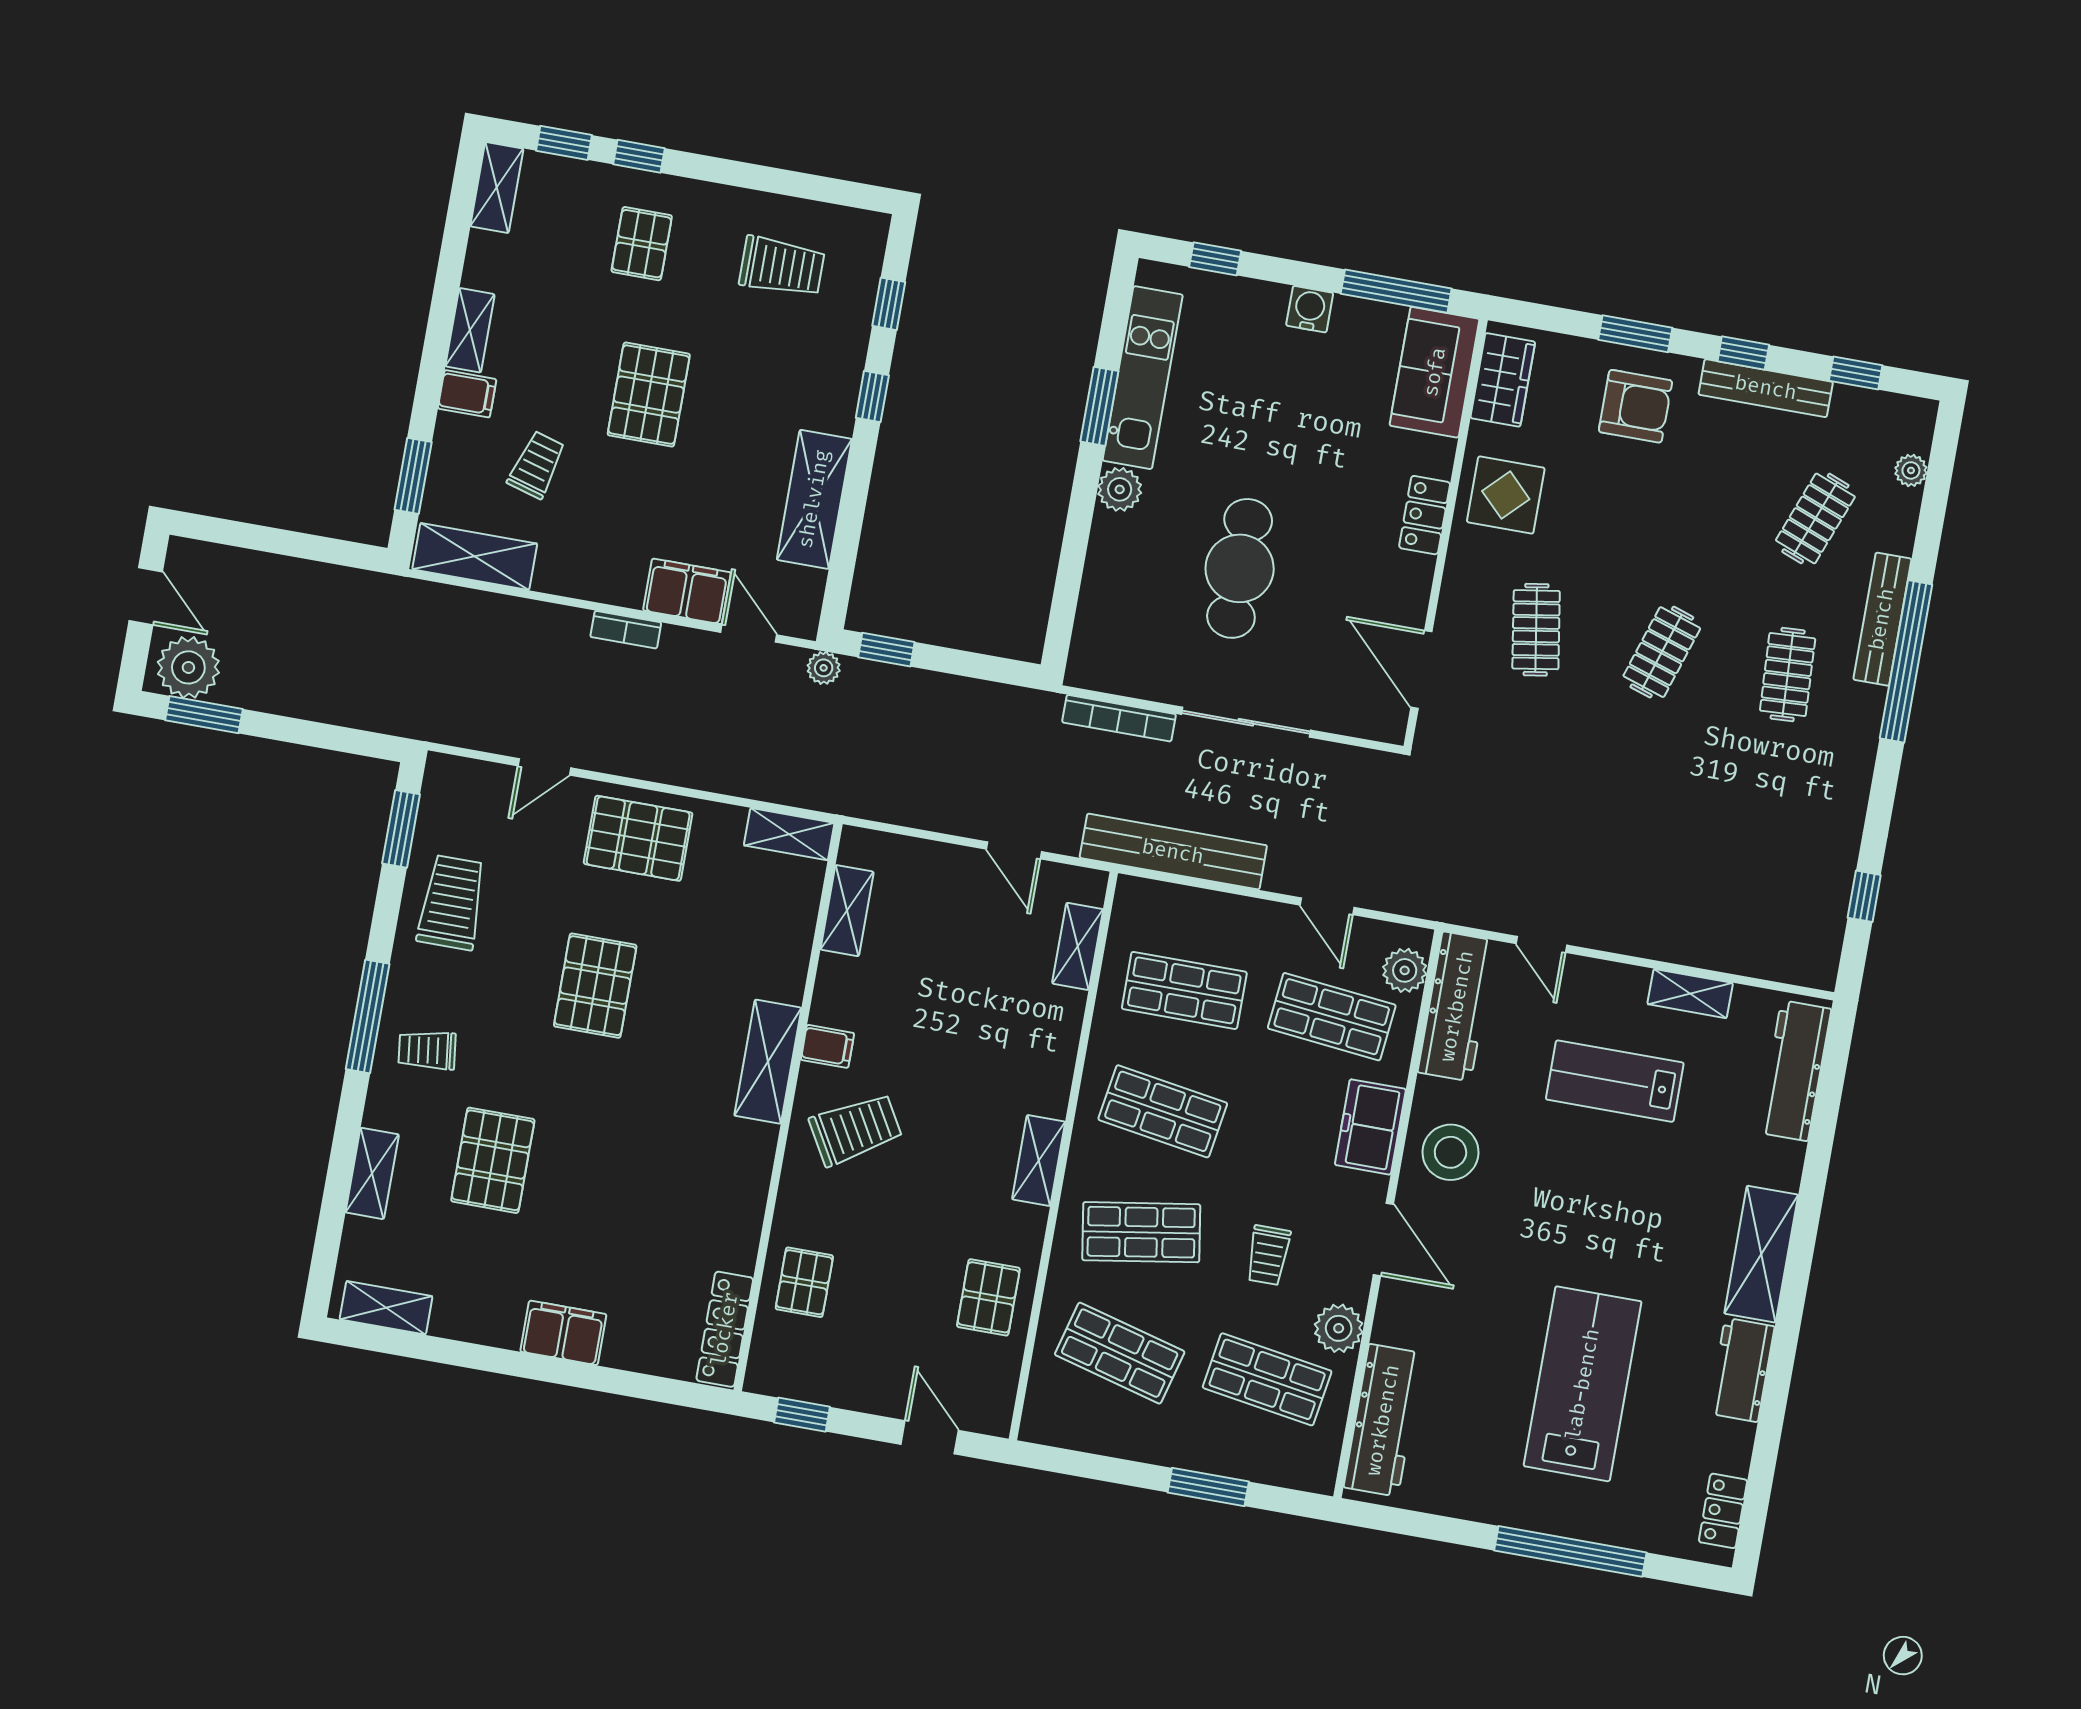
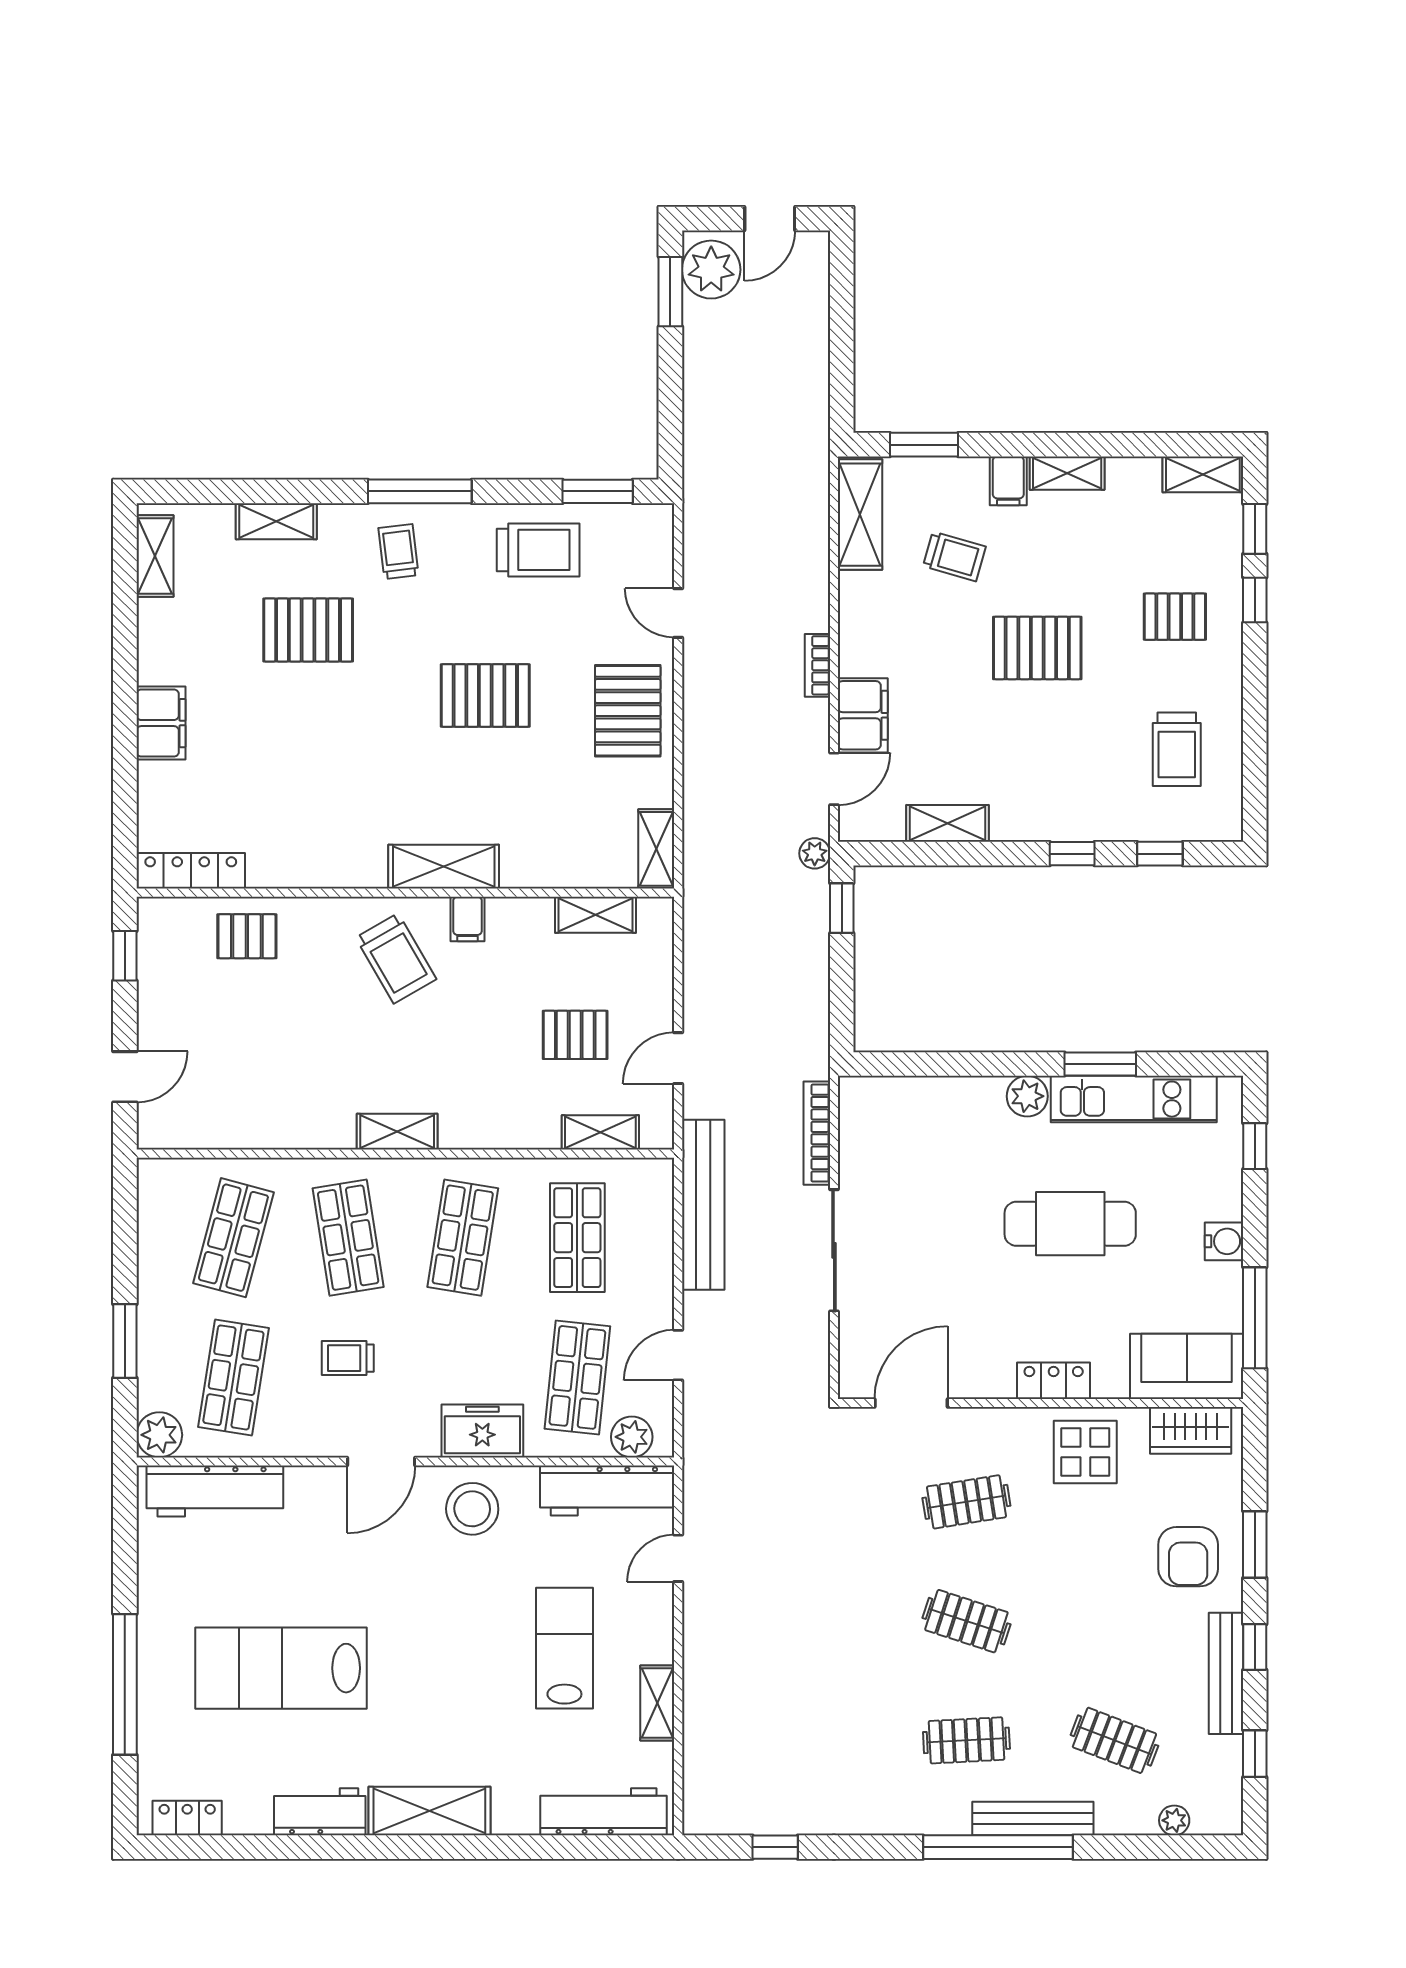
shelving: (814, 499) -> (947, 823), width x0.67, depth x0.75
cafe table: (1240, 568) -> (1070, 1224), moved
pallet: (988, 1297) -> (575, 1035), moved
plant: (1339, 1328) -> (159, 1435), moved
lab bench: (1583, 1384) -> (281, 1668), turned 180

